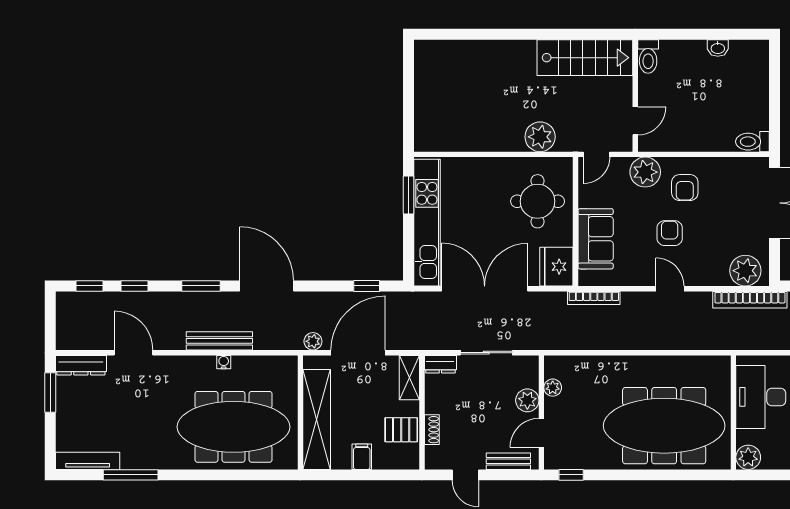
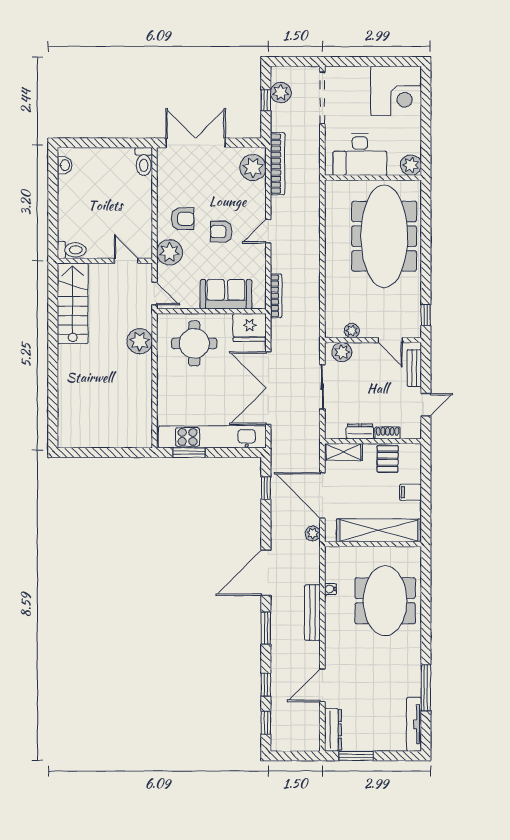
washbasin: (718, 48) -> (64, 165), moved
water cooler: (224, 362) -> (330, 589), moved
dresser: (440, 364) -> (360, 431), moved, turned -90
plant: (527, 400) -> (342, 352), moved
meeting table: (233, 427) -> (385, 601), width x0.73

